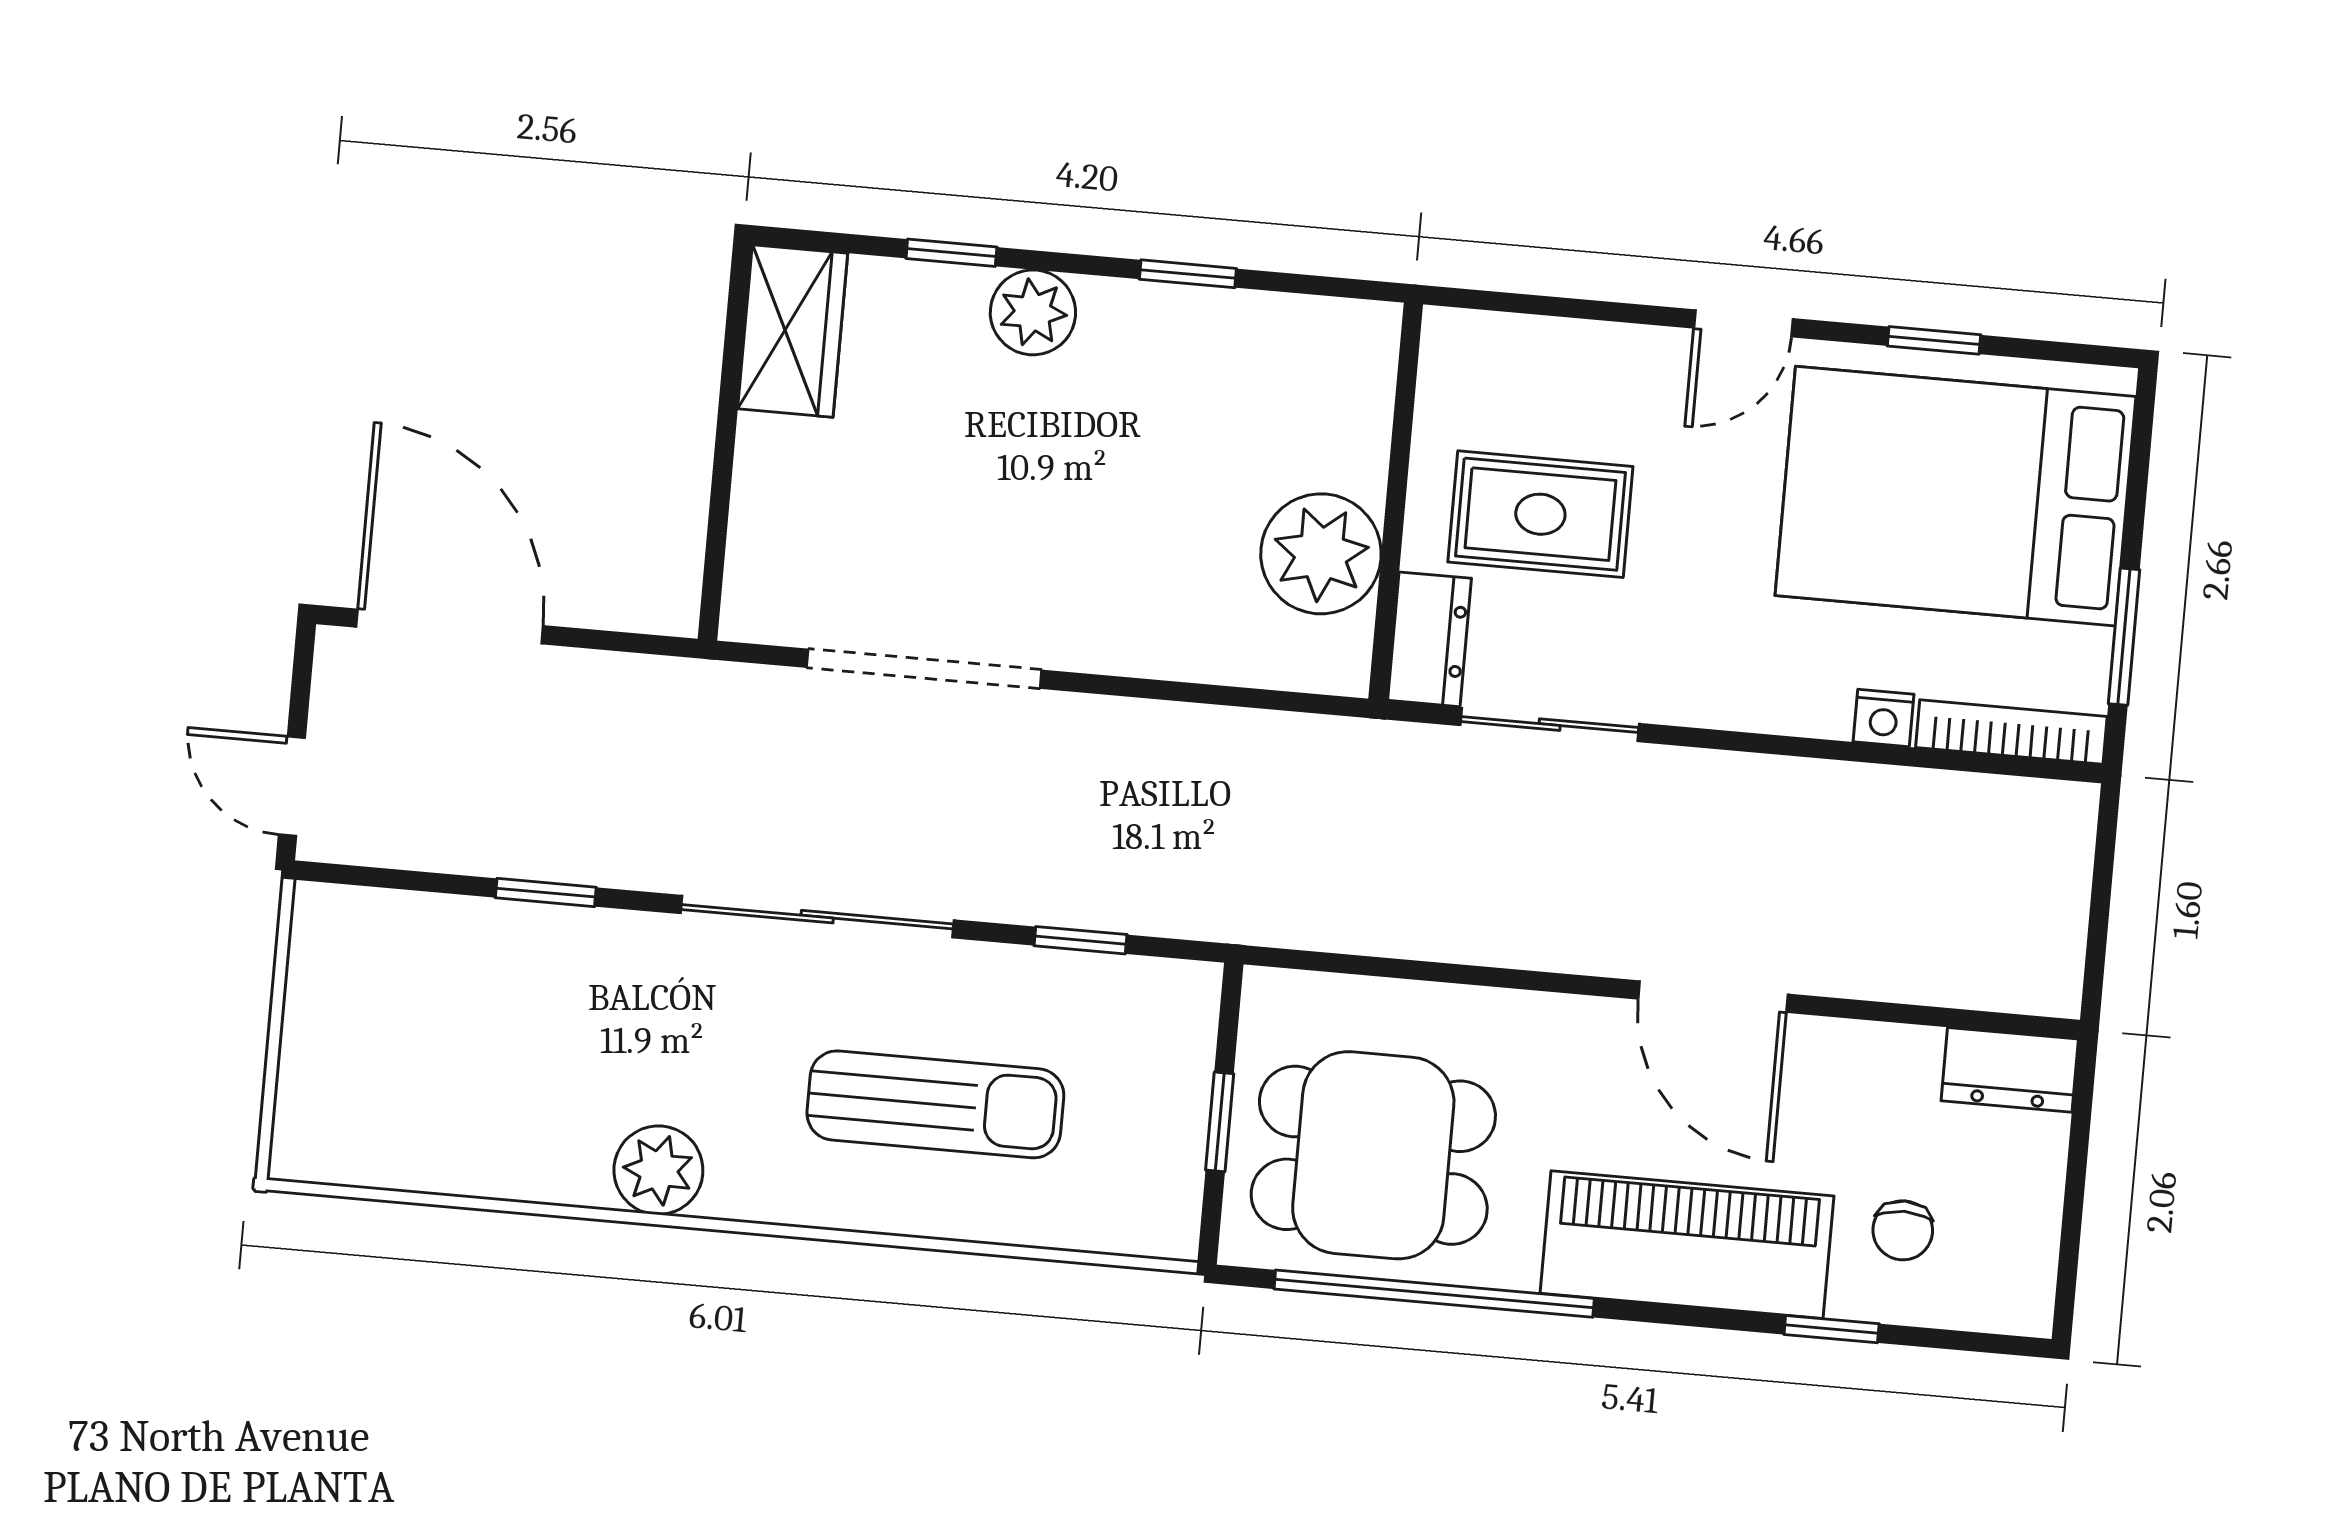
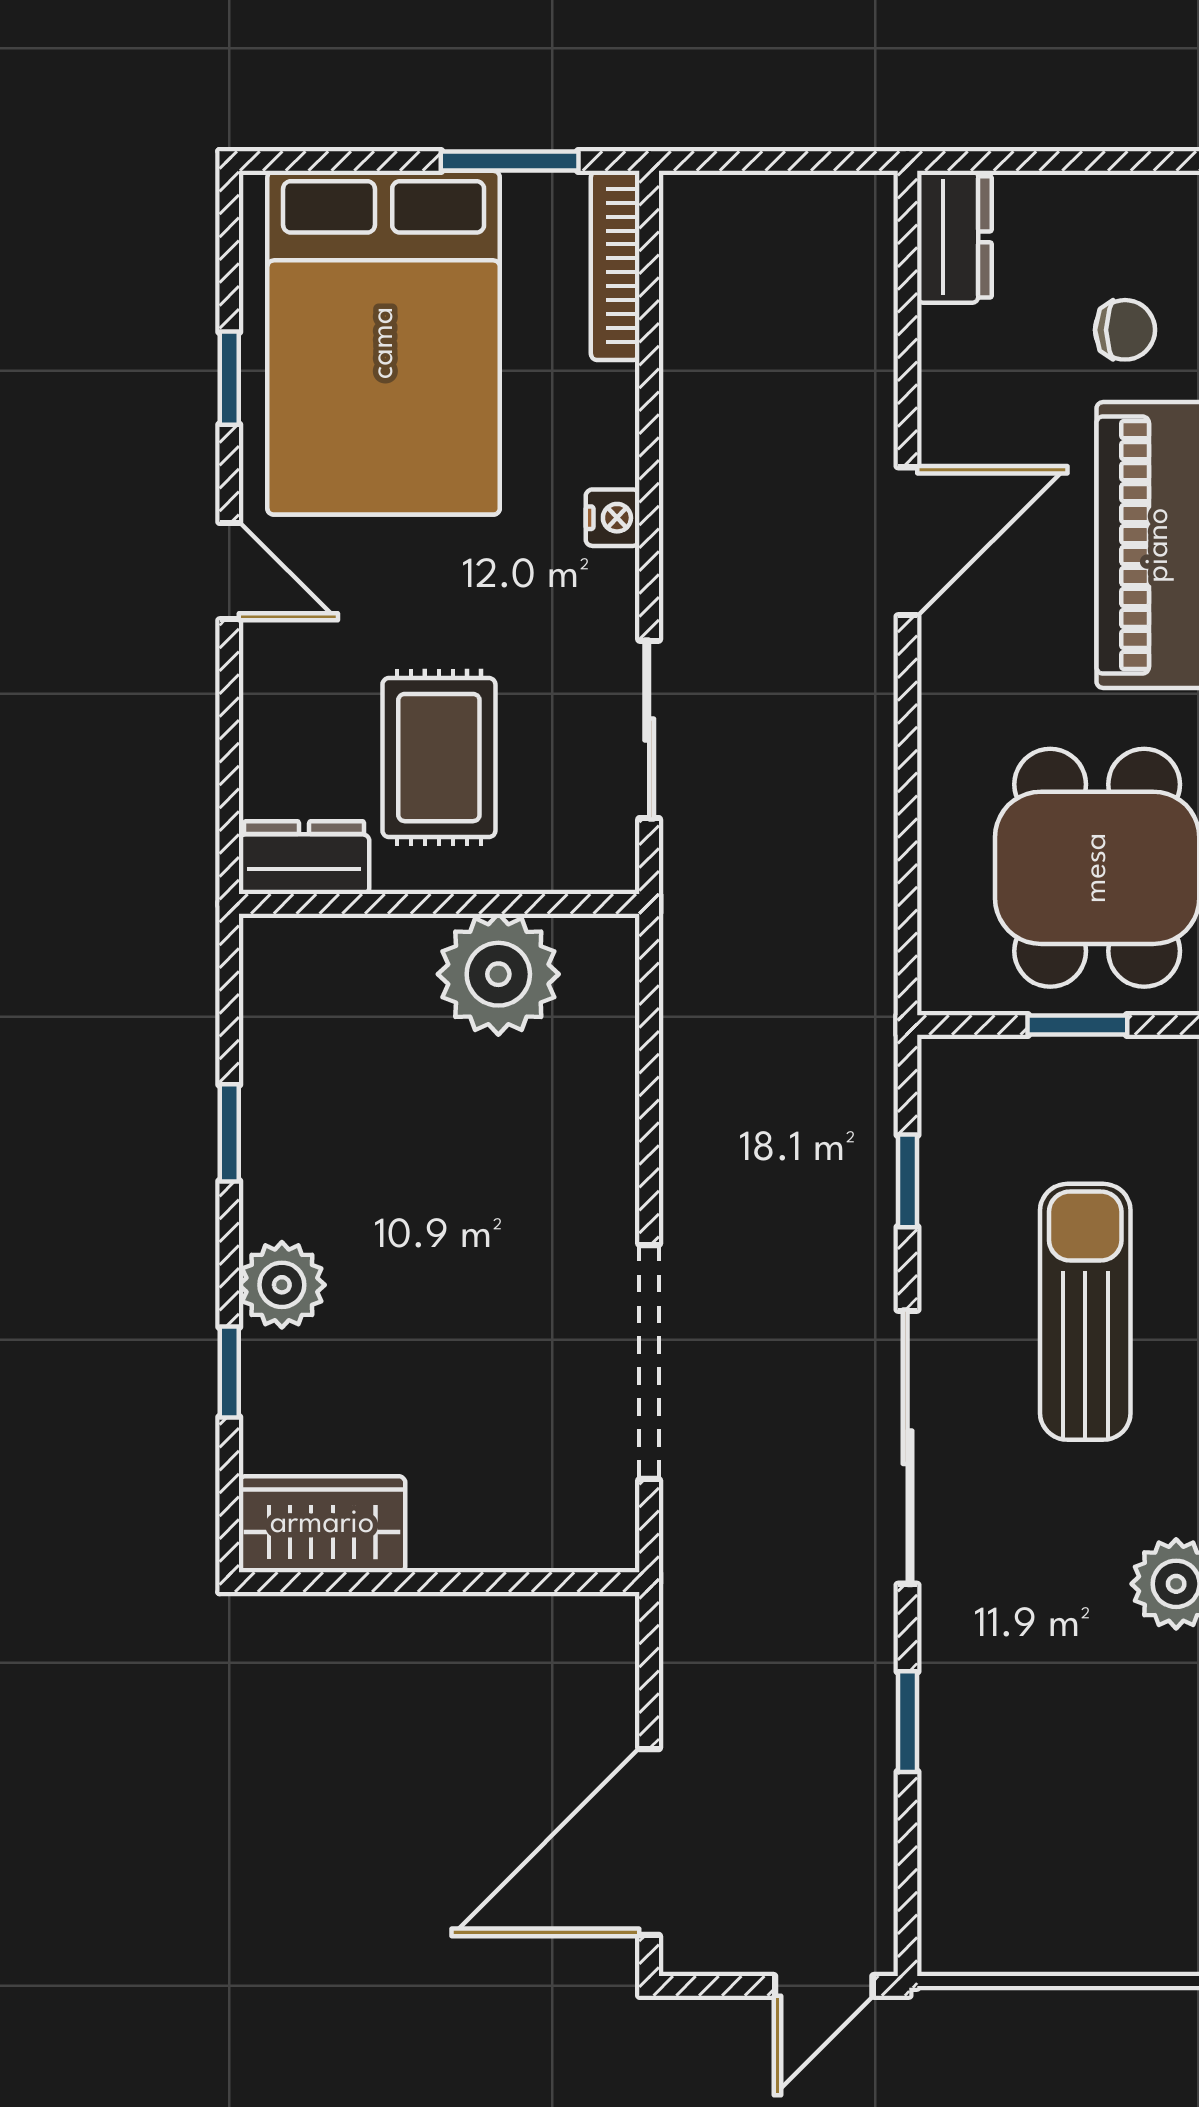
dresser: (1430, 639) -> (304, 858), moved
nightstand: (1884, 718) -> (613, 518), moved

